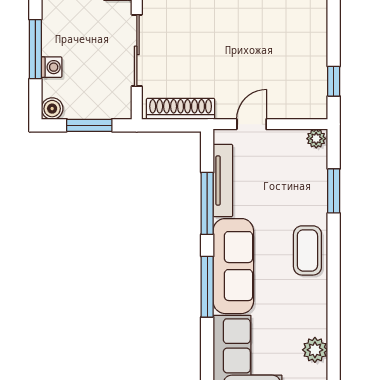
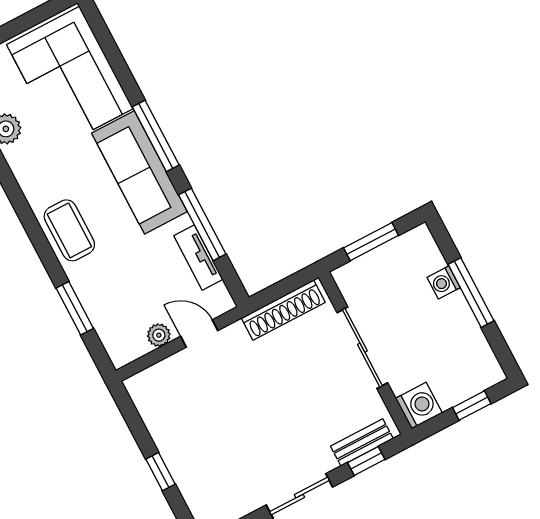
window: (334, 81) -> (161, 472), moved
boiler: (52, 109) -> (420, 239), removed
door: (252, 124) -> (199, 333), swing flipped
plant: (316, 139) -> (159, 335), moved
tv unit: (223, 181) -> (198, 258), width x0.71

